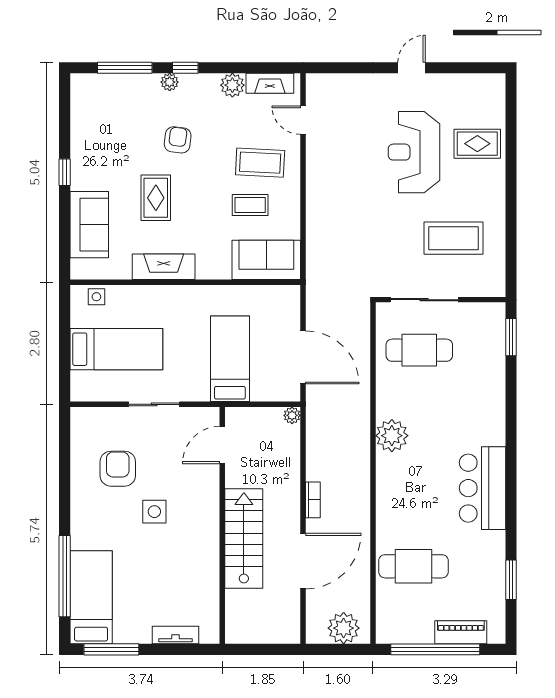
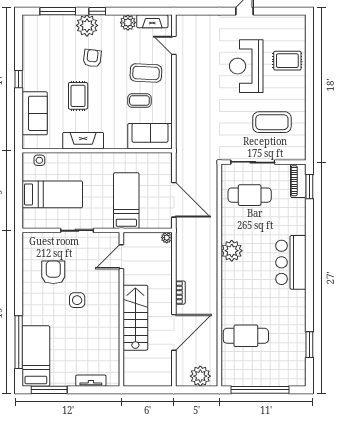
plant: (170, 82) -> (87, 25), width x1.87, depth x1.87
bar counter: (483, 488) -> (291, 262), moved
piano: (461, 632) -> (298, 181), moved, turned -90

